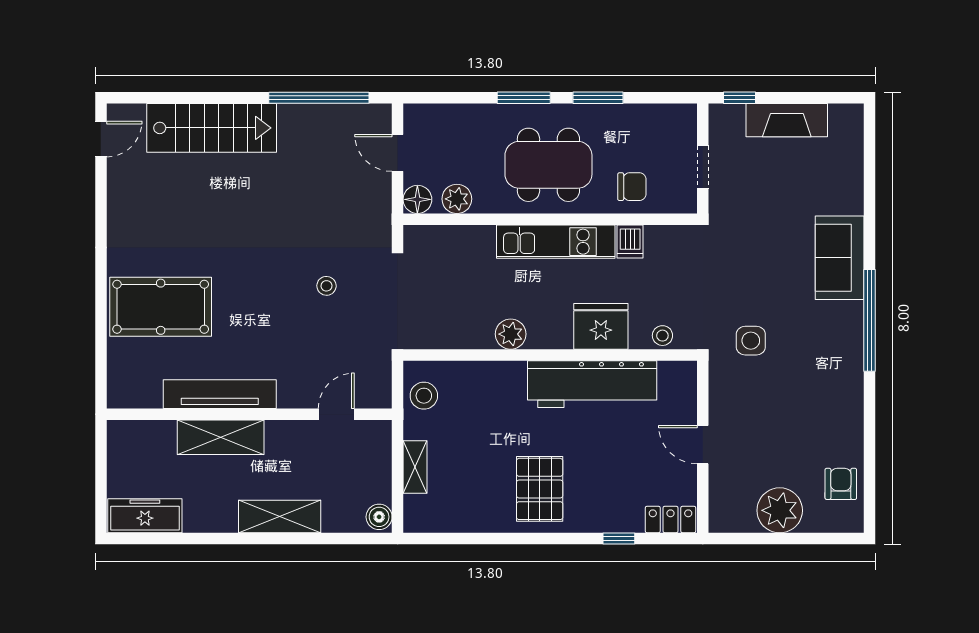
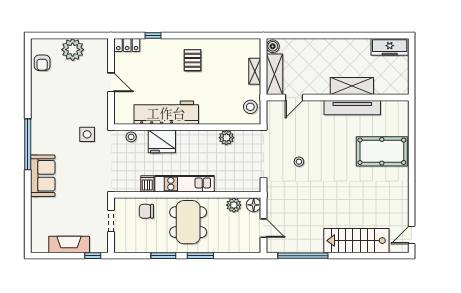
dining table: (548, 165) -> (188, 222), turned 90
plant: (511, 334) -> (226, 138), moved
pallet: (540, 489) -> (193, 60), width x0.67, depth x0.71
shelving: (280, 517) -> (274, 74), moved, turned 90

